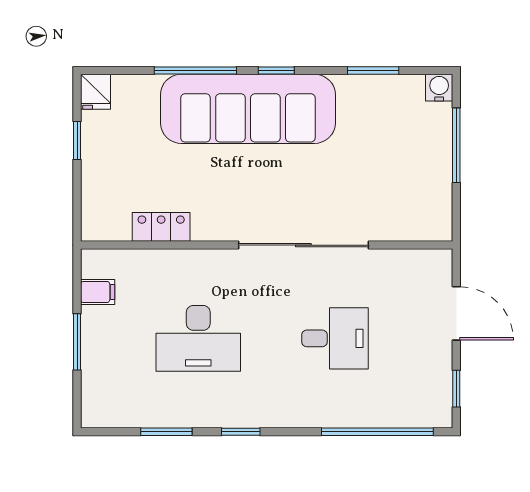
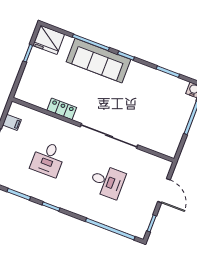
fridge: (95, 92) -> (49, 40), width x1.88, depth x1.34
sofa: (248, 109) -> (99, 61), width x0.74, depth x0.79
locker: (161, 227) -> (62, 109), moved
desk: (198, 338) -> (48, 159), width x0.73

